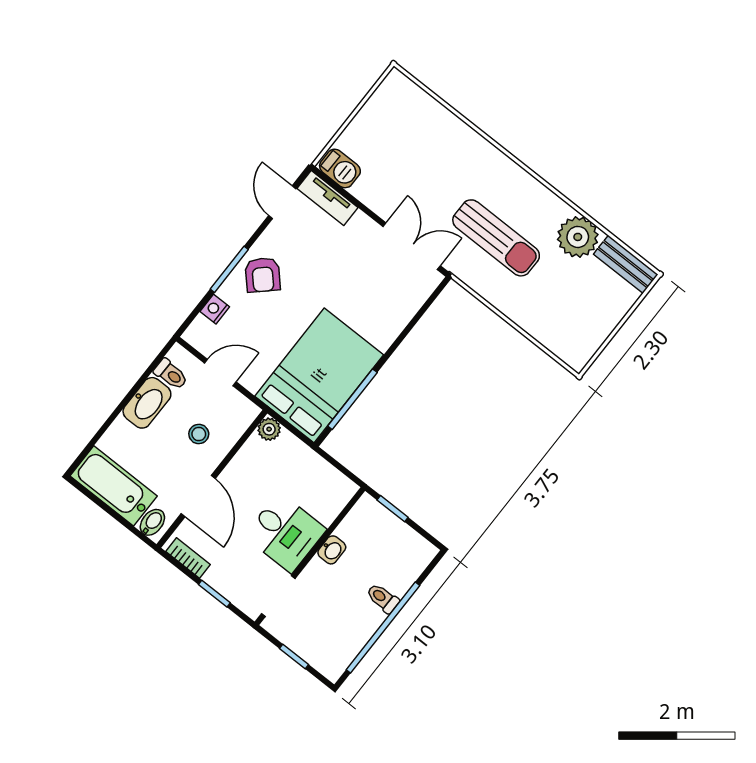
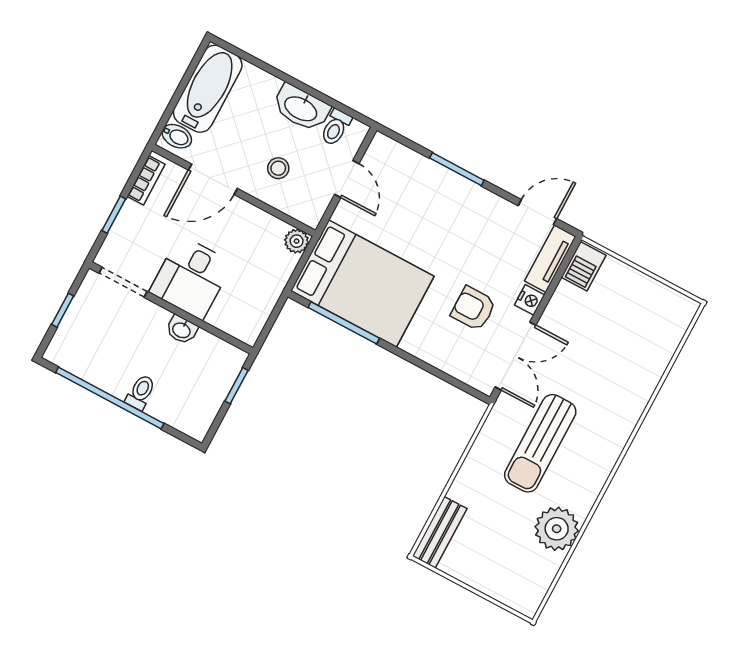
bench: (626, 264) -> (440, 532), moved
armchair: (263, 275) -> (473, 309), moved, turned 43
nightstand: (215, 309) -> (530, 300), moved, turned 90

